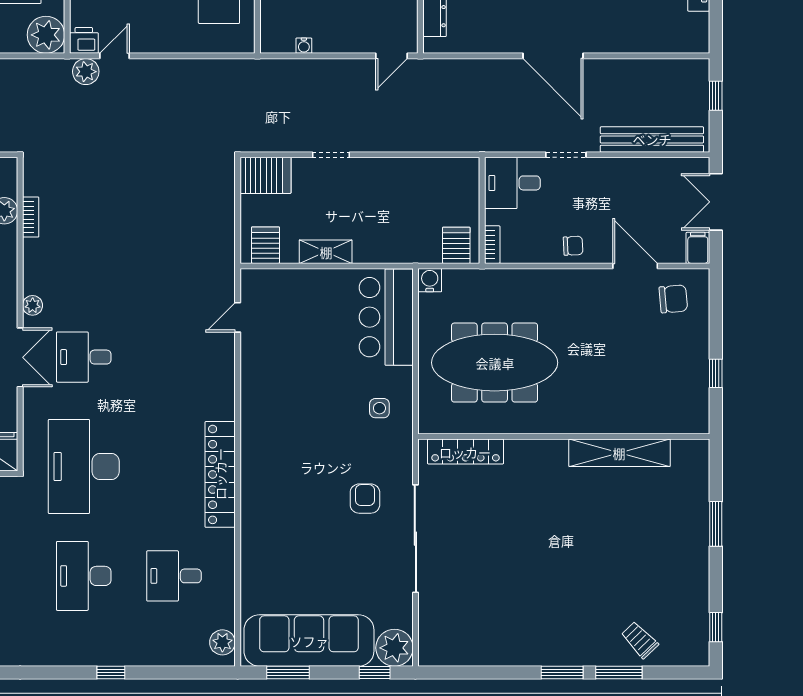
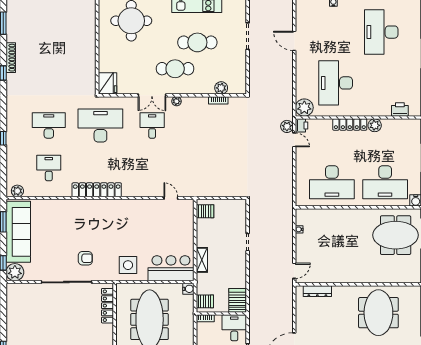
door: (391, 56) -> (294, 271), swing flipped
server rack: (265, 175) -> (237, 300), moved, turned 180
shelving: (326, 252) -> (202, 260), moved
side table: (379, 408) -> (128, 265), width x1.87, depth x1.87

